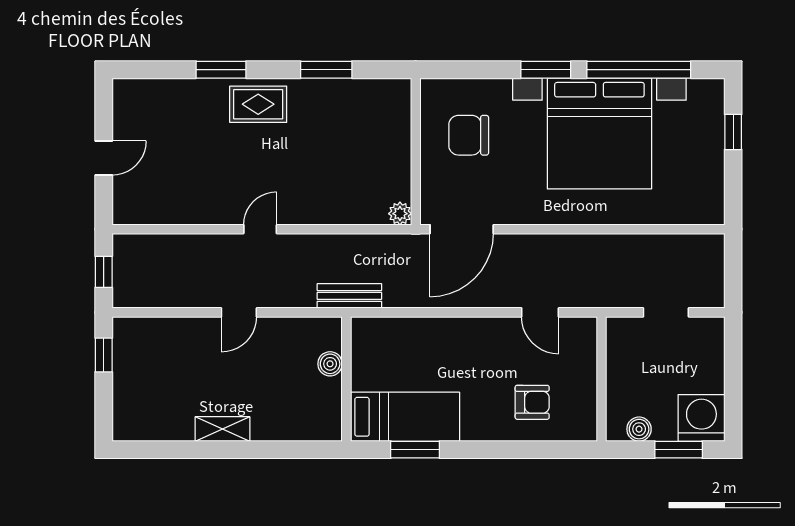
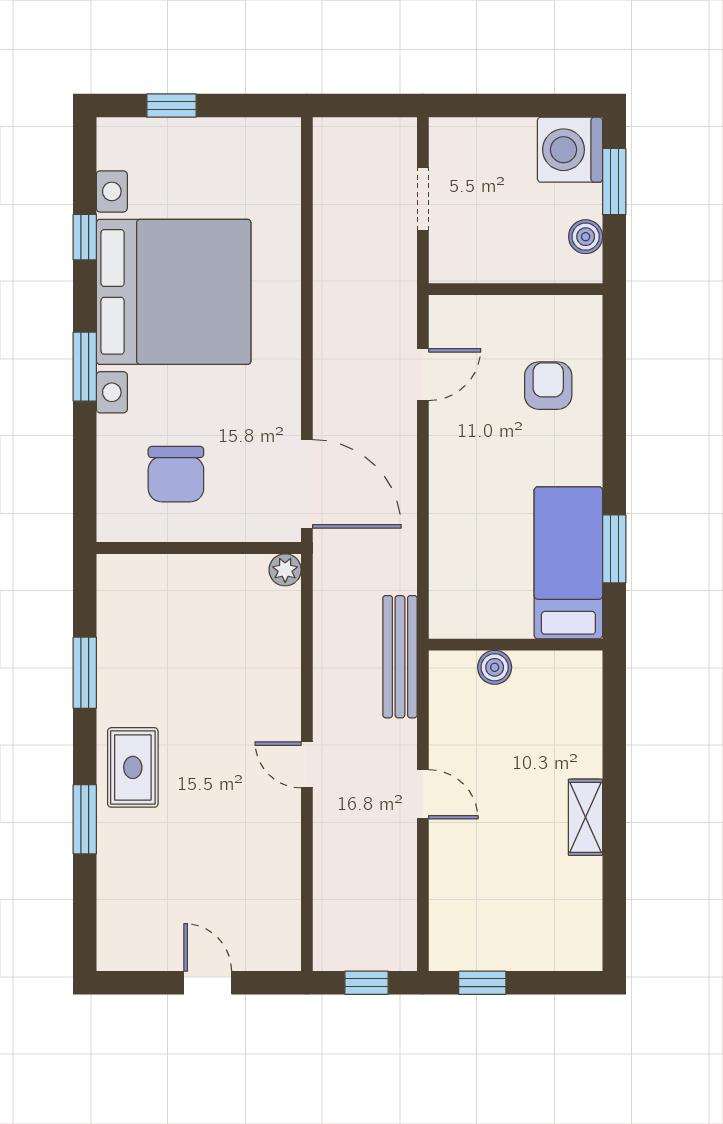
window: (639, 70) -> (85, 237), width x0.32
bench: (349, 296) -> (400, 657), width x1.36

